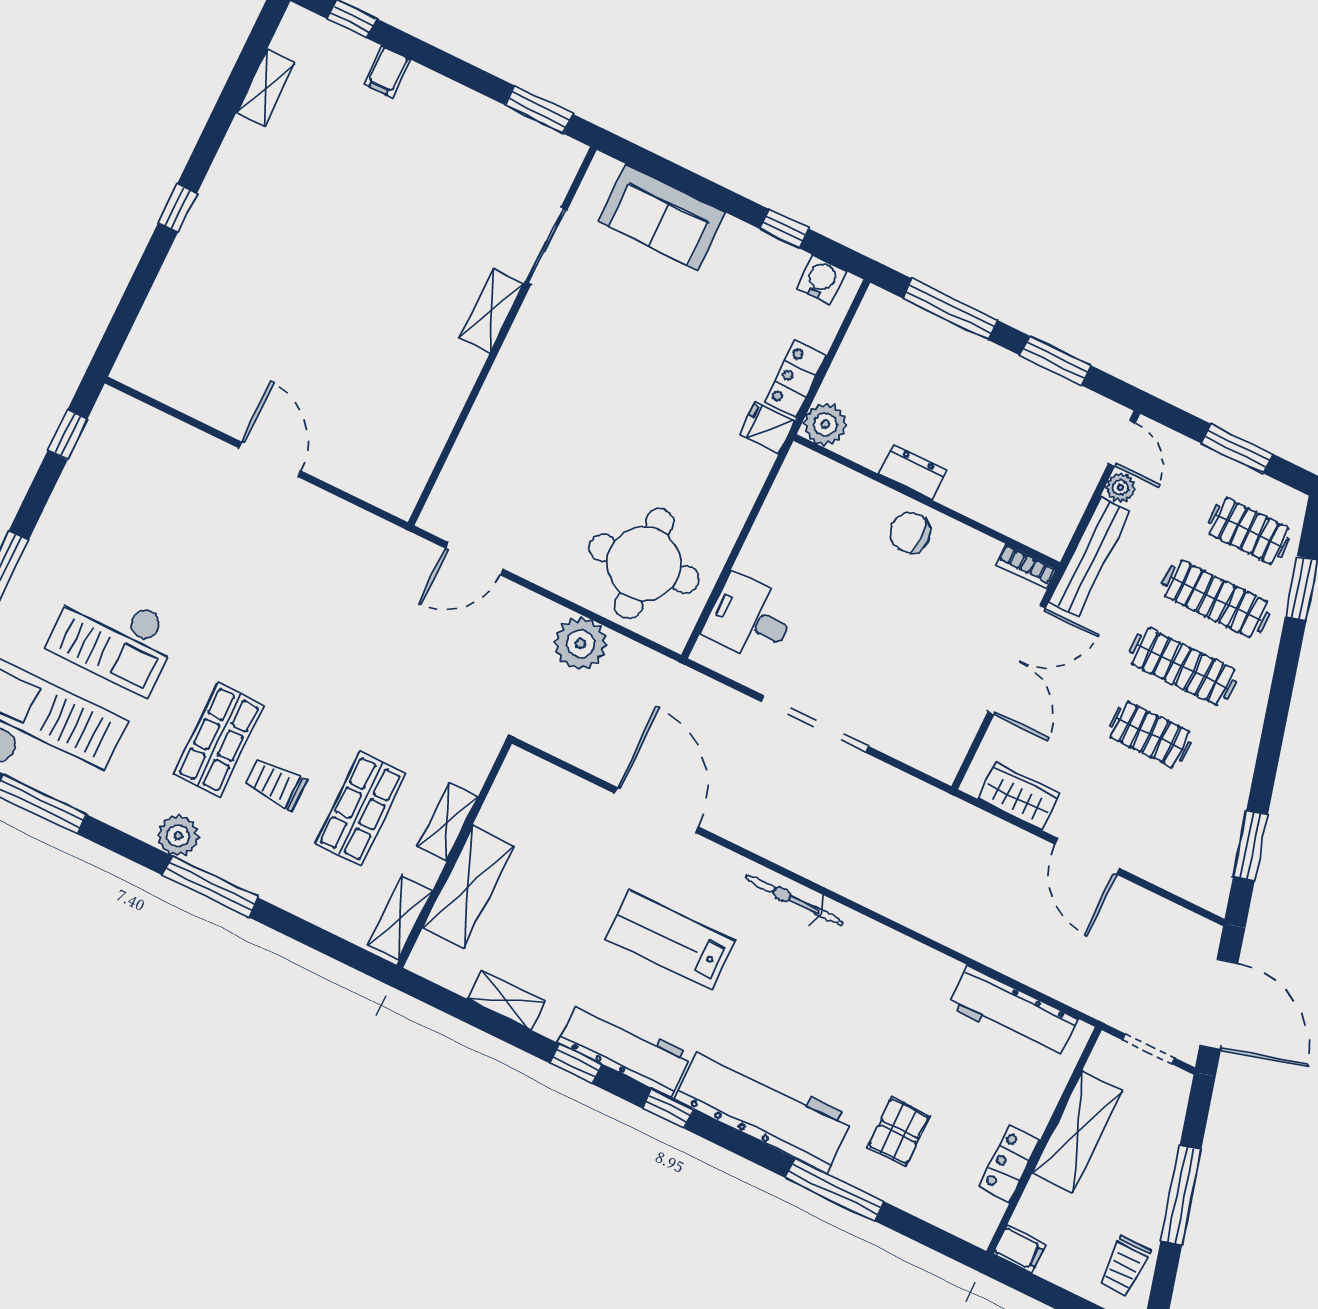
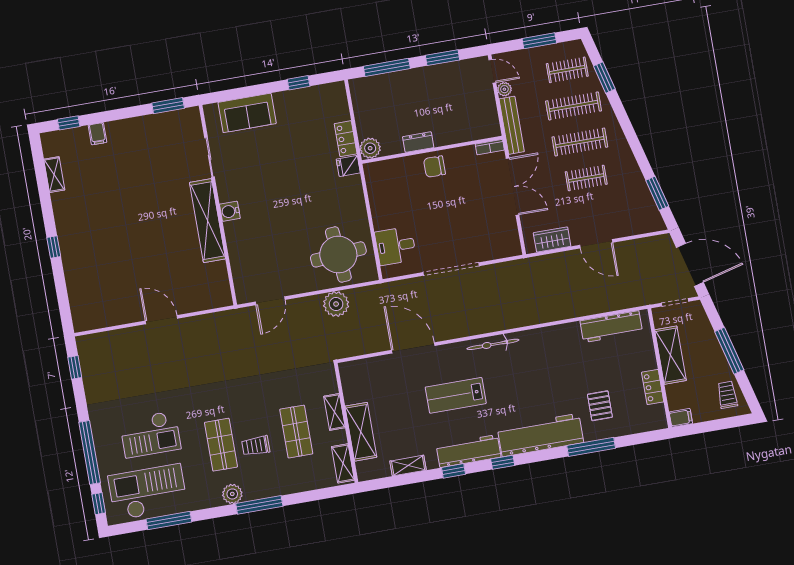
water cooler: (821, 279) -> (230, 211), moved, turned -90
shelving: (491, 311) -> (208, 221), width x2.20, depth x1.33
trolley: (1125, 1267) -> (727, 395), turned 180

